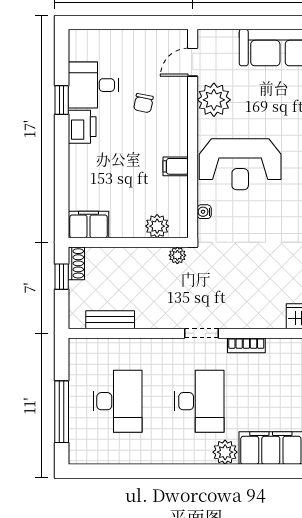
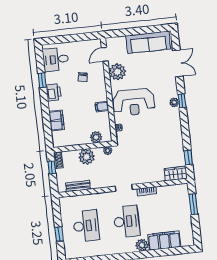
desk: (93, 85) -> (56, 59), moved
filing cabinet: (88, 224) -> (57, 120), moved, turned 90
plant: (134, 263) -> (87, 157), added
window: (62, 412) -> (59, 234), width x0.46

